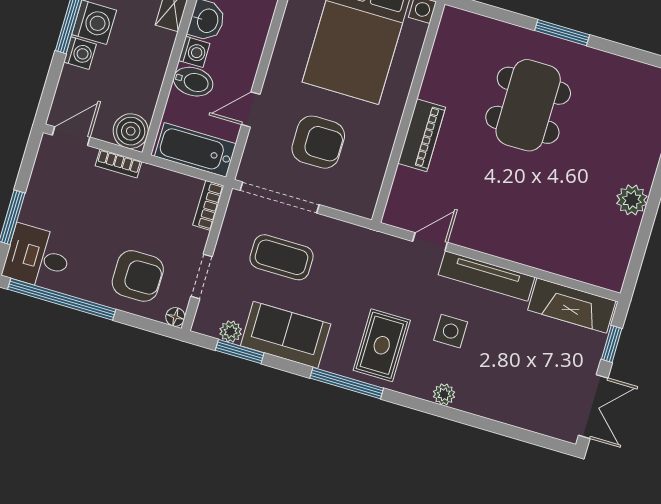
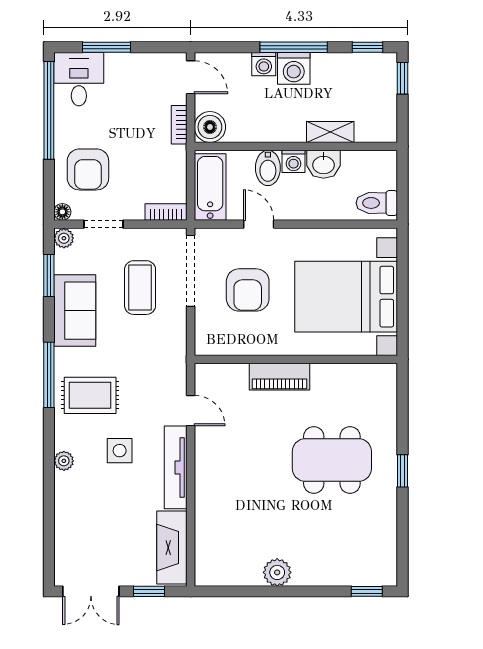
window: (562, 33) -> (403, 471), width x0.67
plant: (231, 331) -> (64, 238), moved

